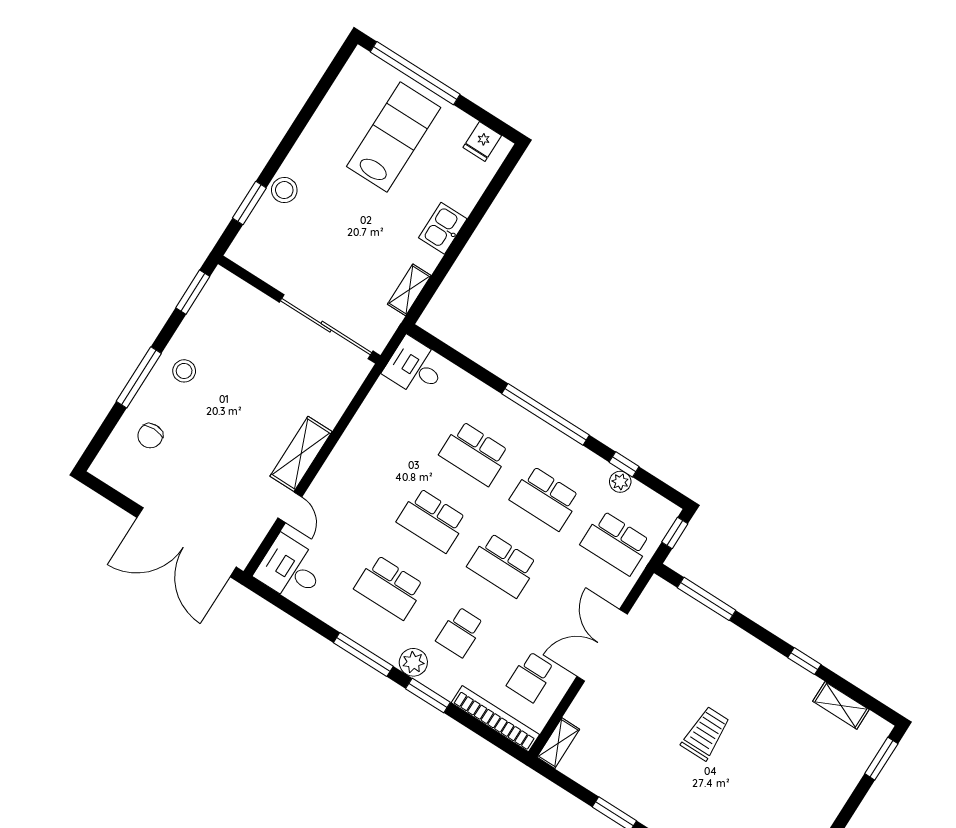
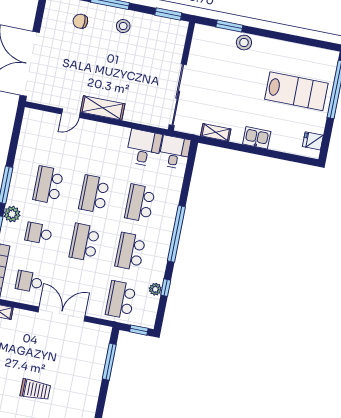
desk: (290, 569) -> (144, 148), moved

